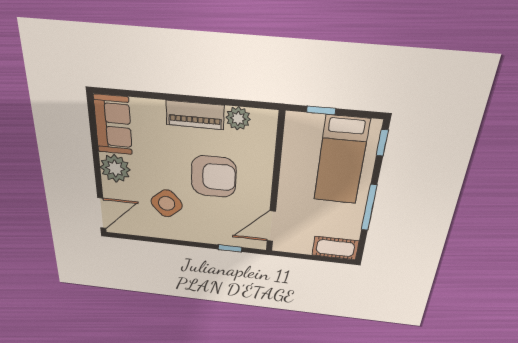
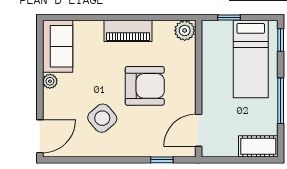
plant: (238, 118) -> (185, 30), moved
plant: (115, 168) -> (50, 81), width x0.53, depth x0.53

